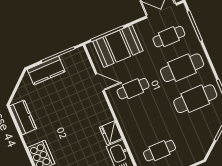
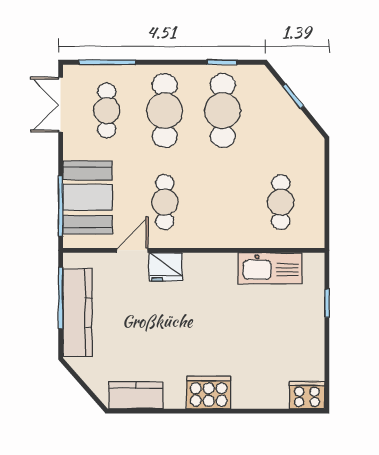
kitchen counter: (46, 70) -> (78, 313), width x1.50
fridge: (111, 133) -> (166, 267), moved

